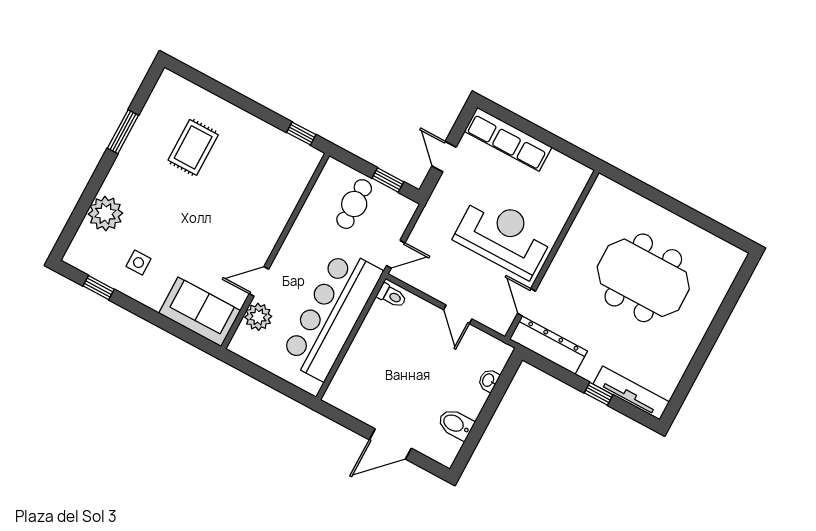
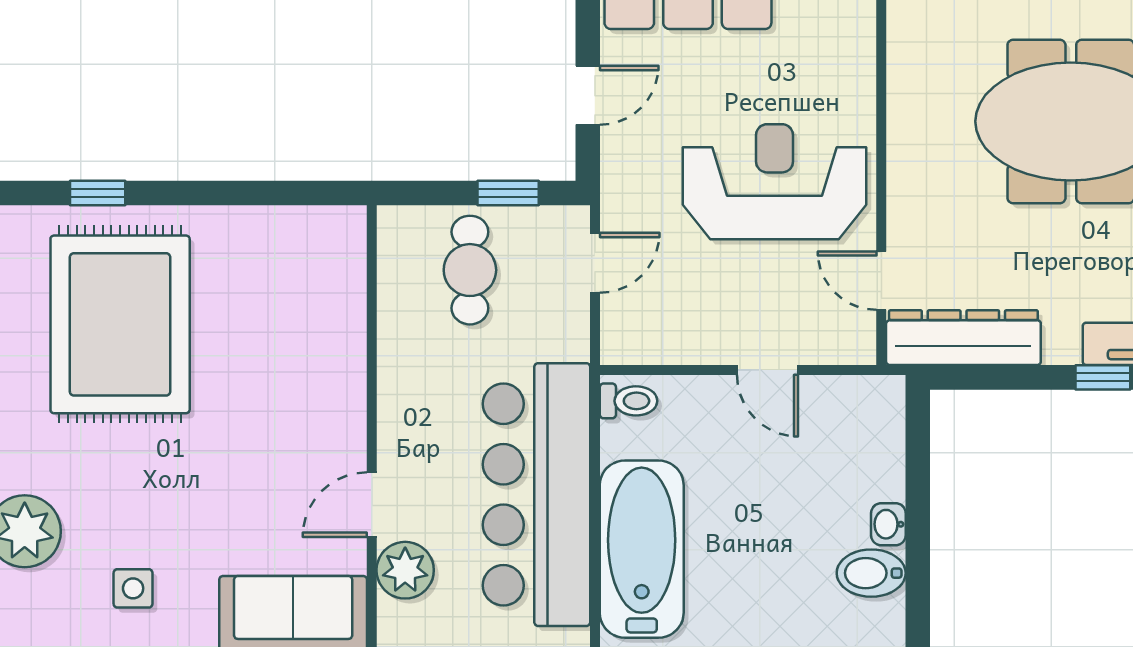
window: (301, 134) -> (98, 193), moved
rug: (193, 147) -> (120, 324), width x1.86, depth x2.06
door: (444, 157) -> (588, 95), swing flipped
door: (396, 254) -> (595, 263), moved
bathtub: (364, 362) -> (642, 549), added
washbasin: (489, 380) -> (888, 524), moved

